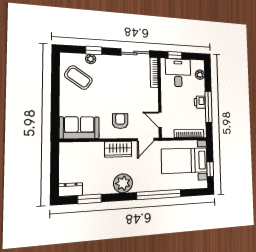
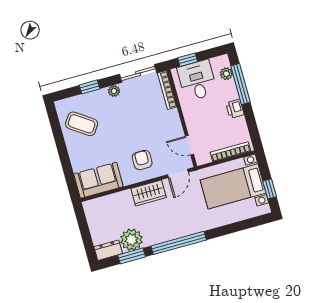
plant: (91, 59) -> (114, 91), moved
window: (208, 107) -> (241, 84), moved
plant: (123, 183) -> (131, 240), moved
window: (159, 195) -> (179, 243), moved

